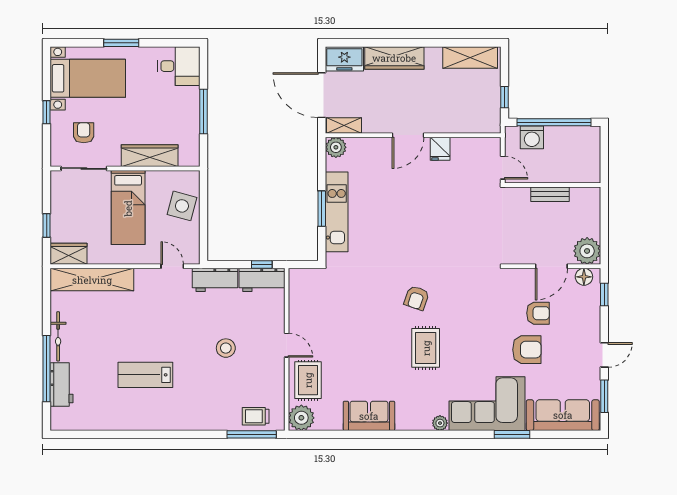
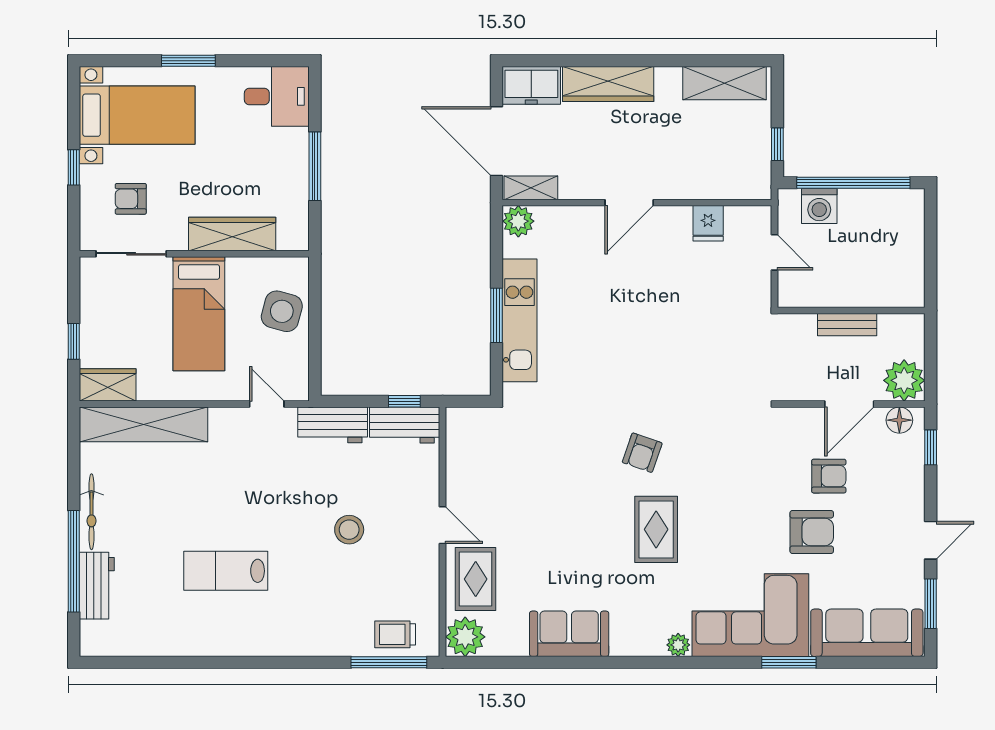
armchair: (84, 133) -> (131, 199), turned -90
fridge: (440, 149) -> (708, 223), moved
wall: (553, 185) -> (851, 310), moved
bench: (550, 194) -> (847, 325), moved

